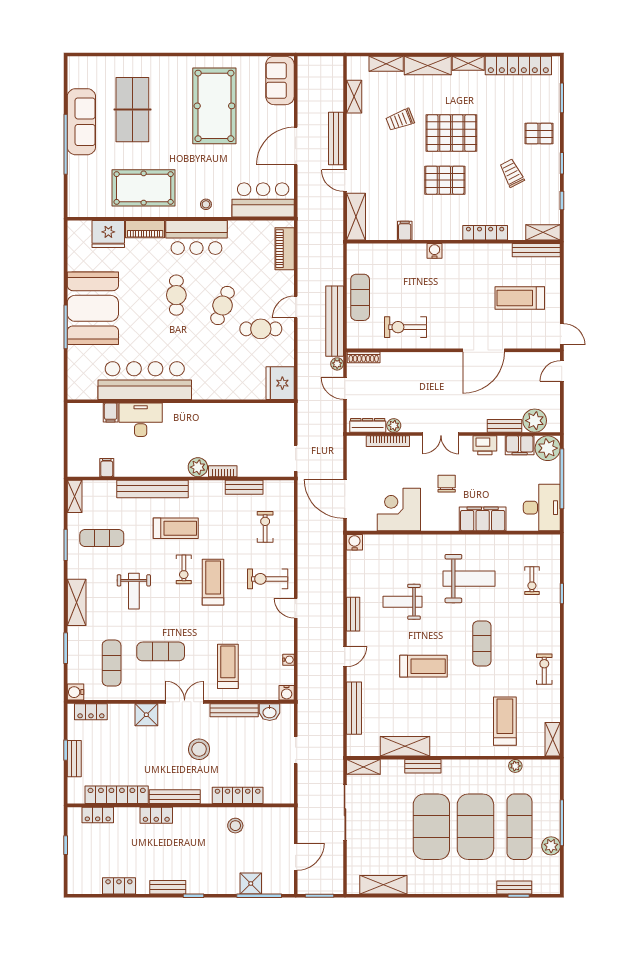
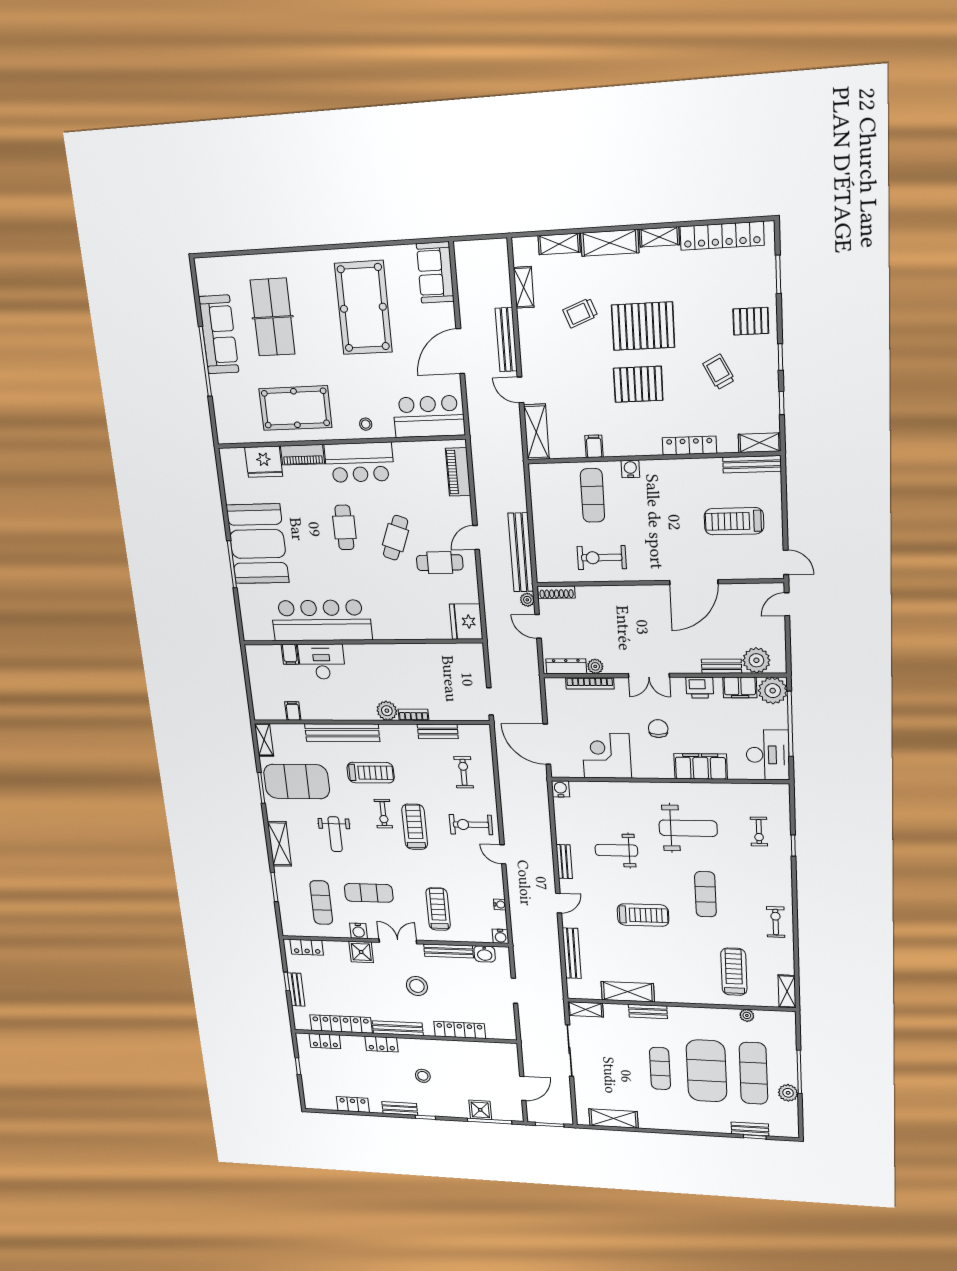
exercise mat: (360, 297) -> (593, 495), moved
exercise mat: (102, 538) -> (297, 782), width x2.00, depth x1.45
water cooler: (75, 692) -> (358, 931), moved, turned -90
stool: (235, 826) -> (423, 1076), moved
exercise mat: (431, 827) -> (660, 1068), width x0.50, depth x0.69

